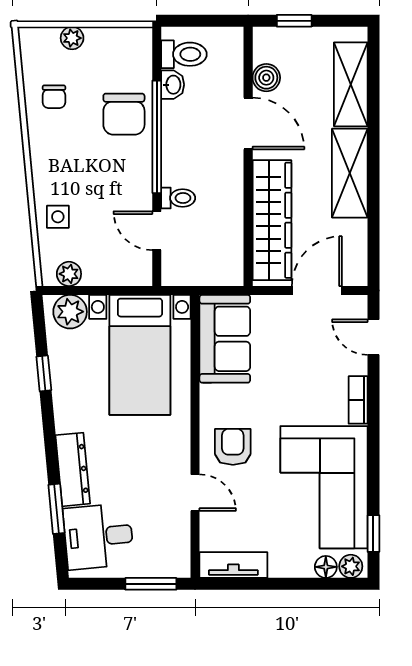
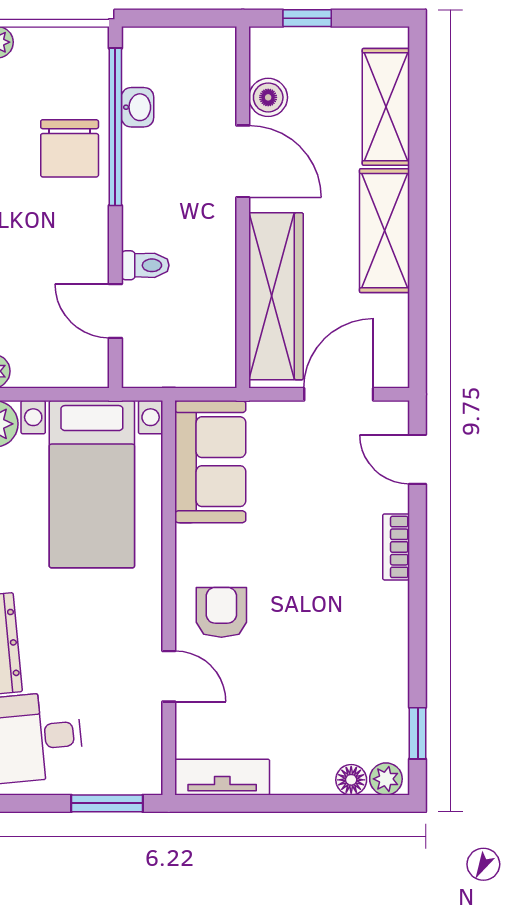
toilet: (184, 54) -> (153, 65), removed
window: (157, 137) -> (115, 127), moved
corner sofa: (324, 487) -> (348, 669), removed

